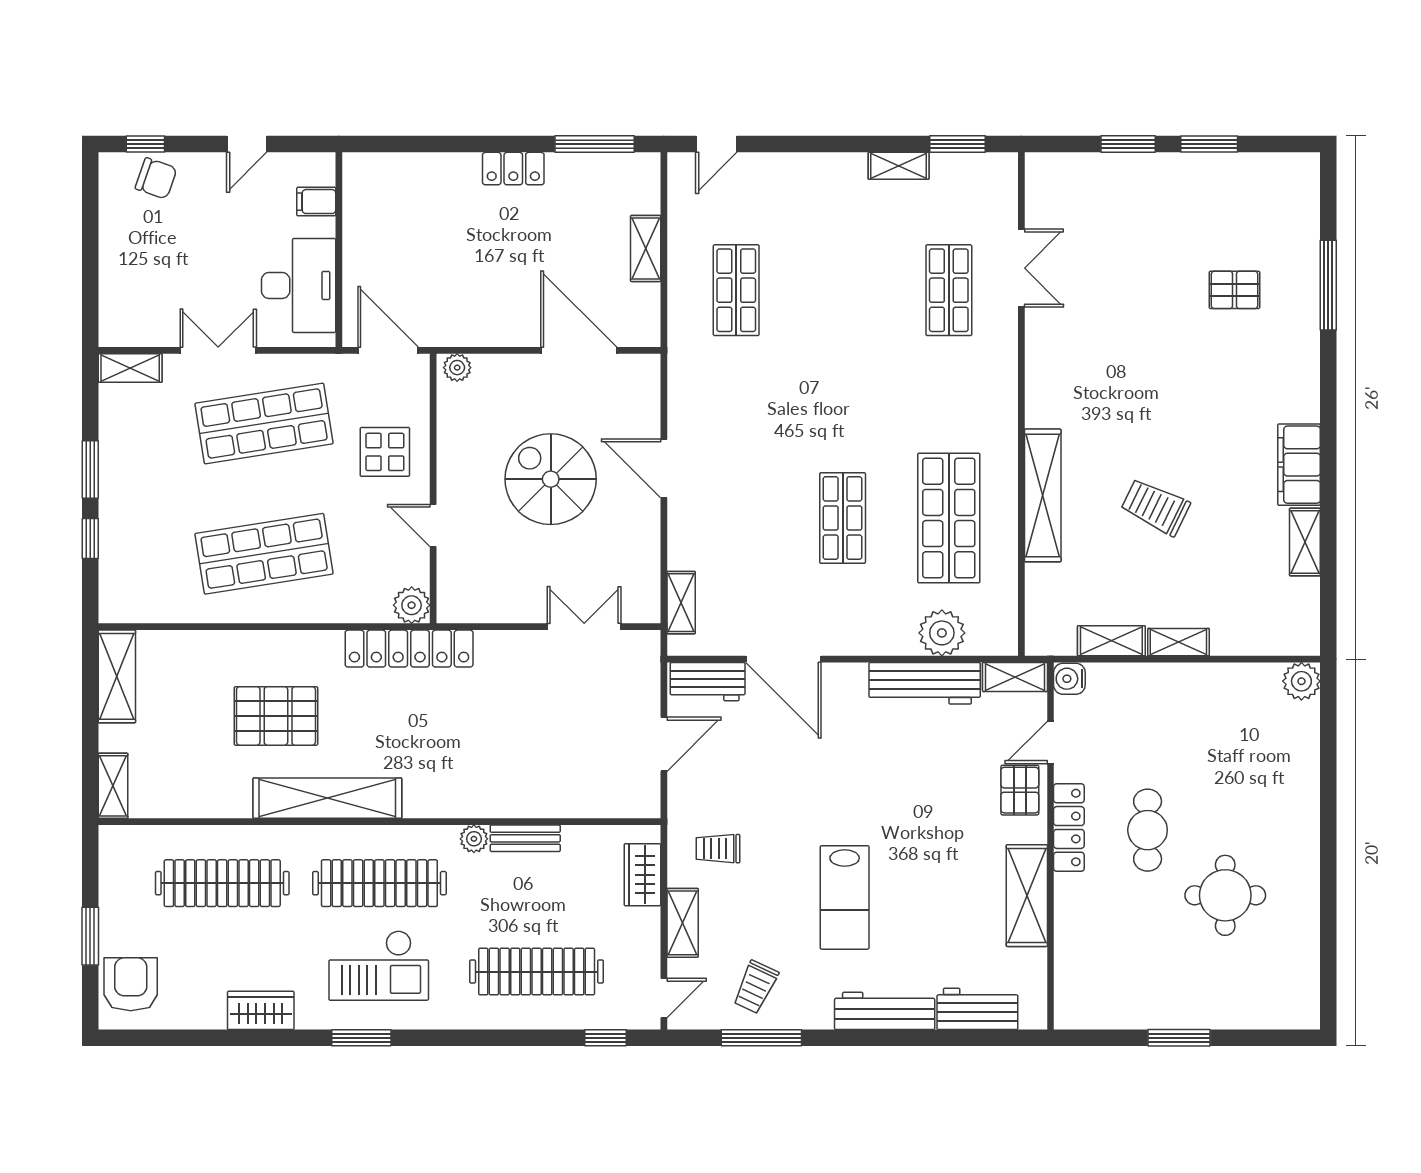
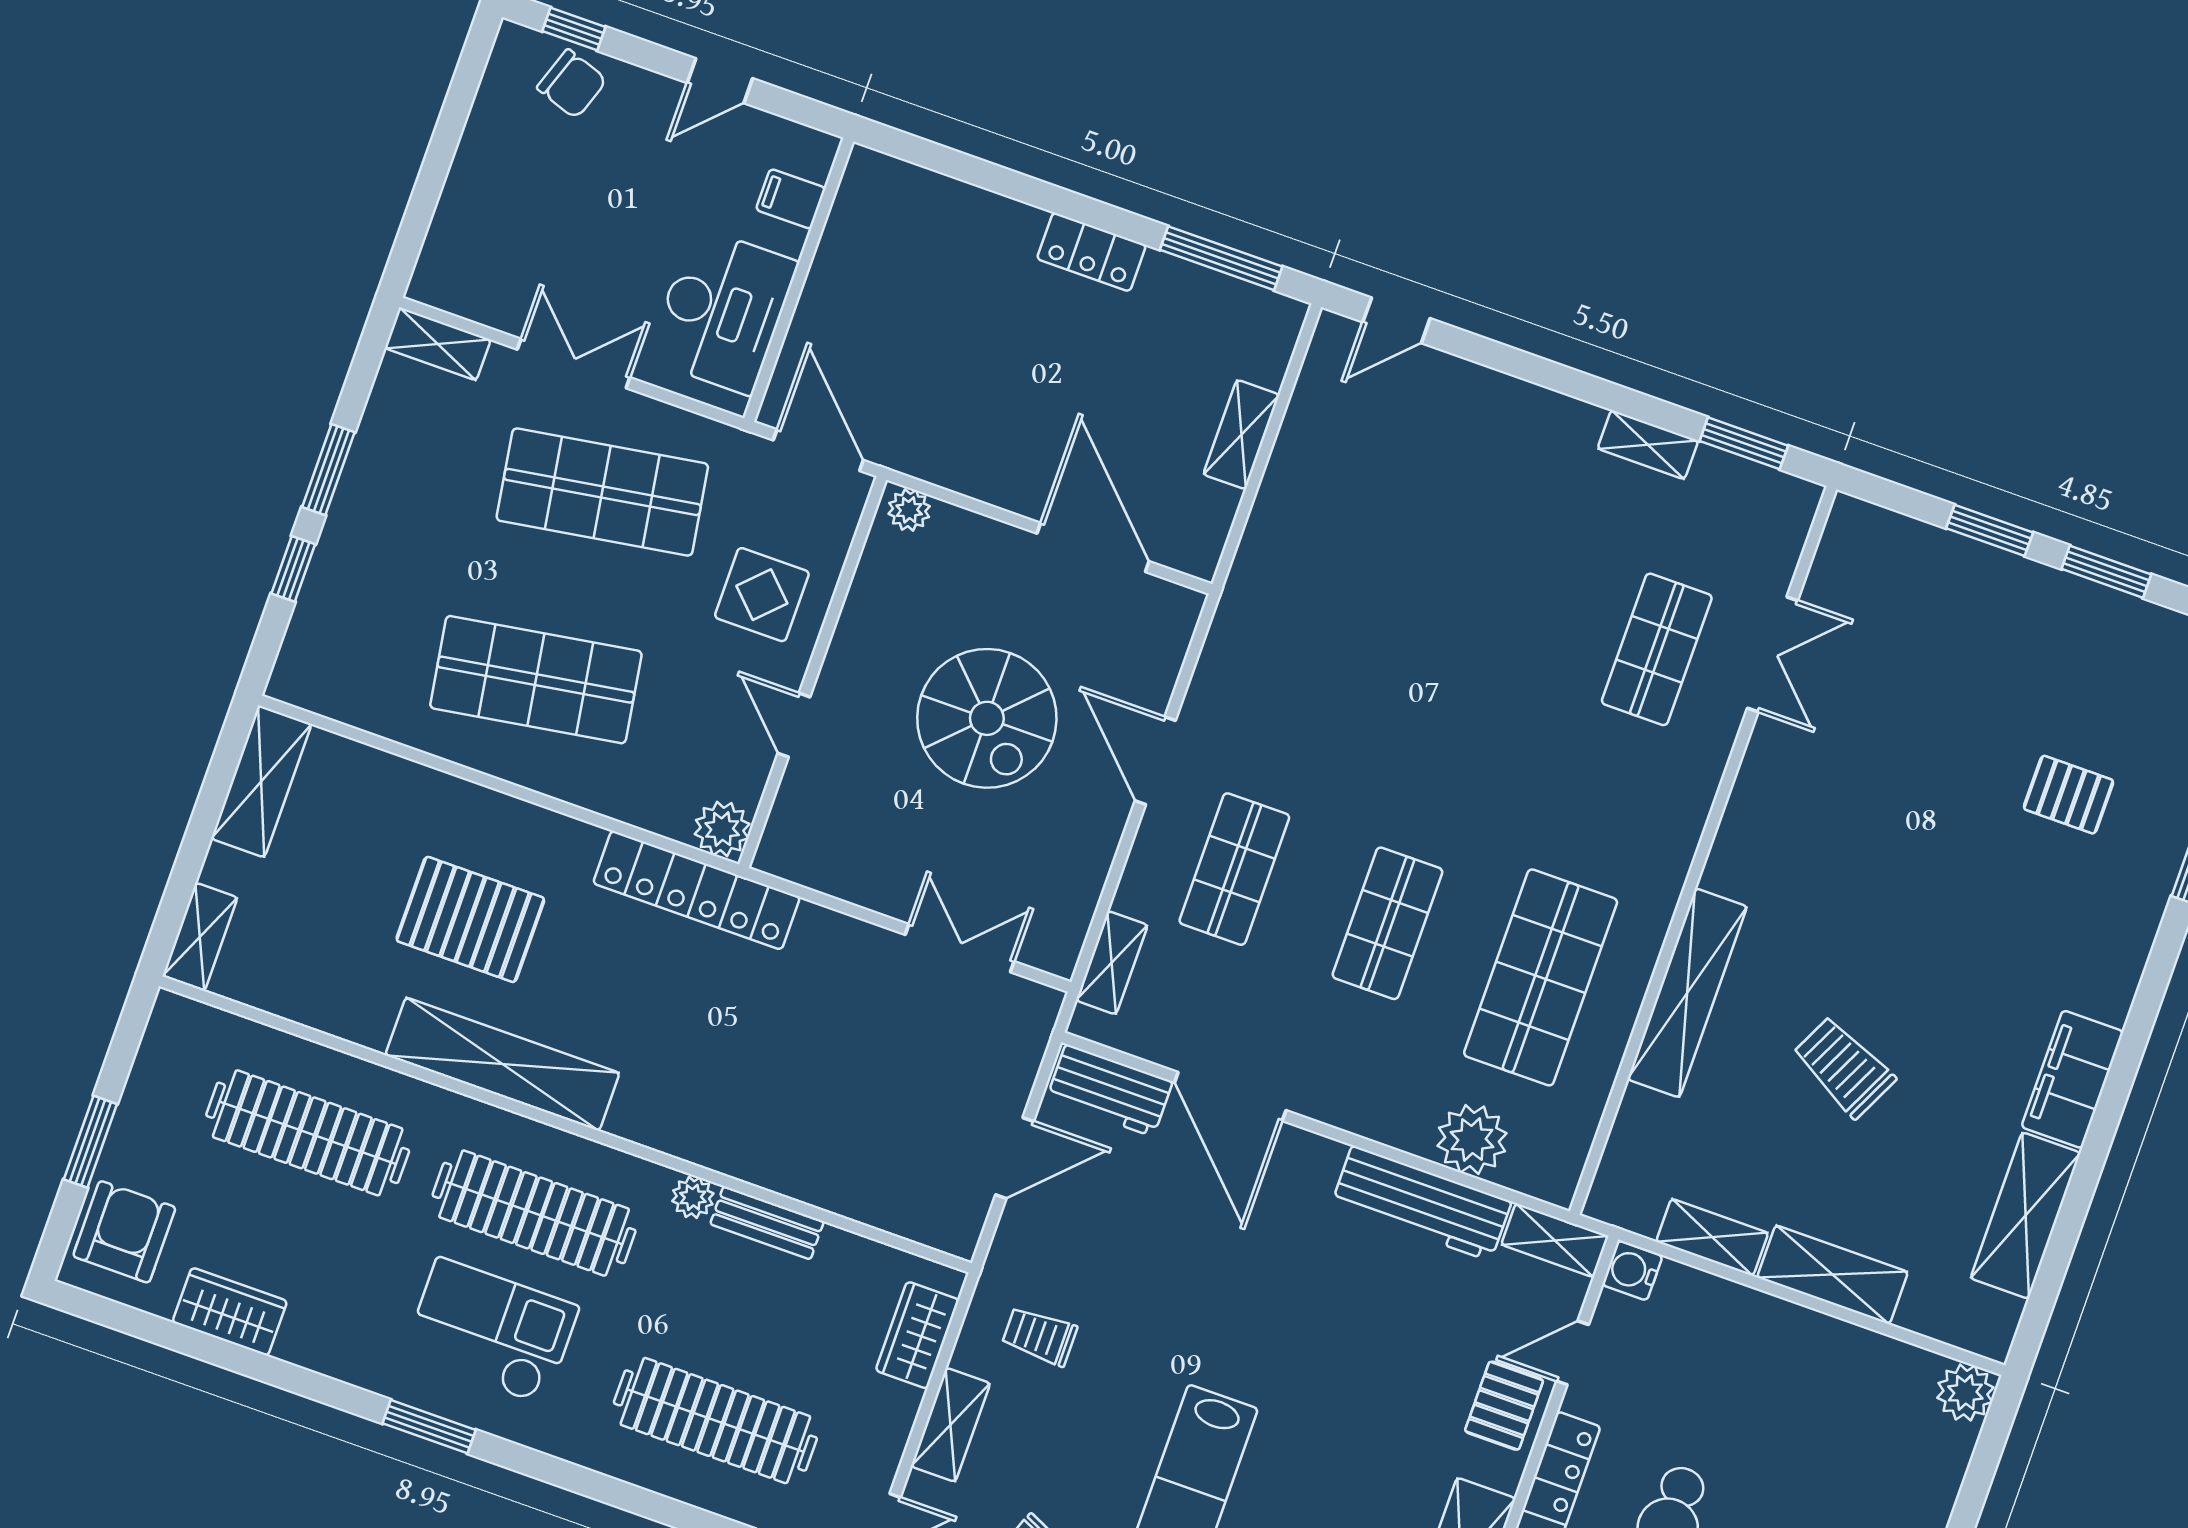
shop shelf: (736, 290) -> (1234, 869), moved
spiral stairs: (551, 479) -> (987, 718), turned 180
shelving: (1305, 542) -> (2025, 1216), width x1.50, depth x1.33
shelving: (1178, 642) -> (1833, 1275), width x1.50, depth x1.33
checkout: (379, 965) -> (491, 1331), turned 180
wardrobe: (261, 1010) -> (230, 1312), moved

